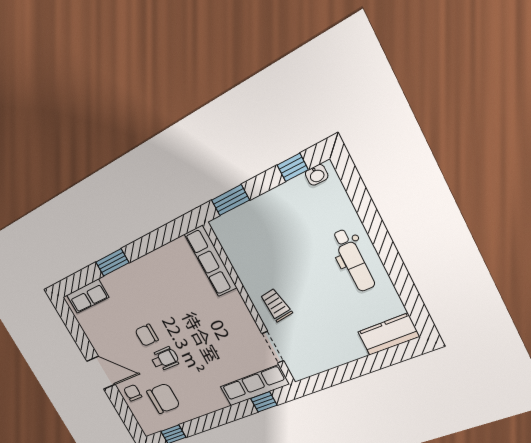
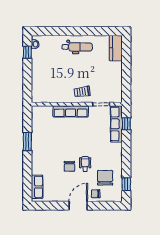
window: (230, 200) -> (27, 87), removed
row of seats: (211, 261) -> (71, 111), moved
window: (112, 262) -> (27, 142), moved

